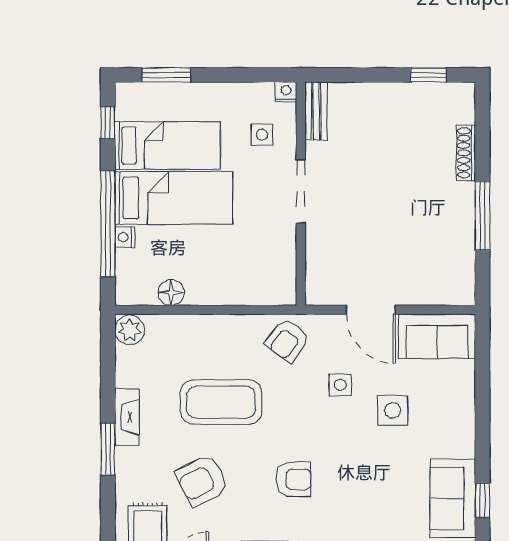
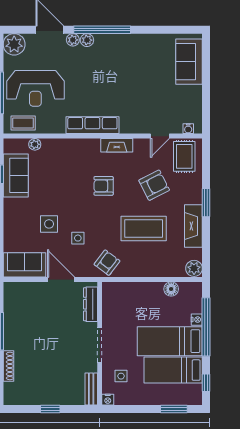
window: (428, 75) -> (50, 409), moved
dresser: (317, 265) -> (91, 304), added
fireplace: (127, 417) -> (193, 226), width x1.37, depth x1.32

